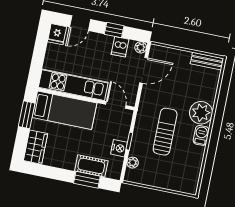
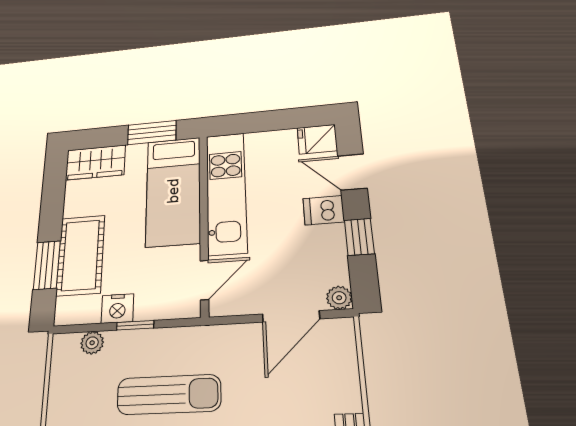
dishwasher: (120, 47) -> (324, 210), moved
door: (144, 70) -> (291, 316), hinge flipped
cot: (91, 166) -> (81, 255), width x1.37, depth x1.34

